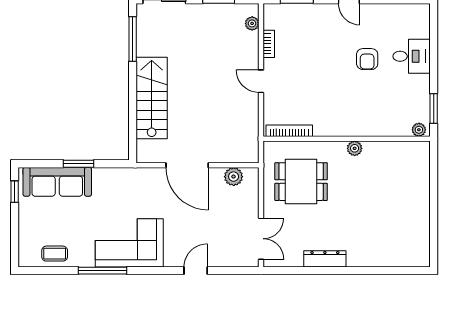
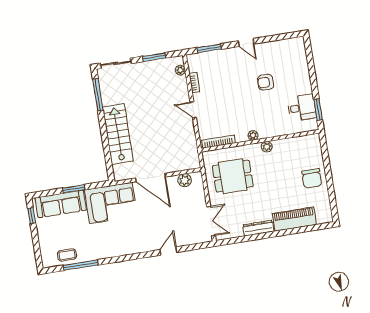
desk: (412, 56) -> (302, 108), moved
armchair: (367, 59) -> (266, 82), turned 90
plant: (419, 130) -> (253, 135), moved
chair: (410, 202) -> (312, 178), added
corner sofa: (129, 243) -> (111, 203), moved, turned 180
piano: (377, 254) -> (294, 219), added
window: (102, 271) -> (81, 265), moved

